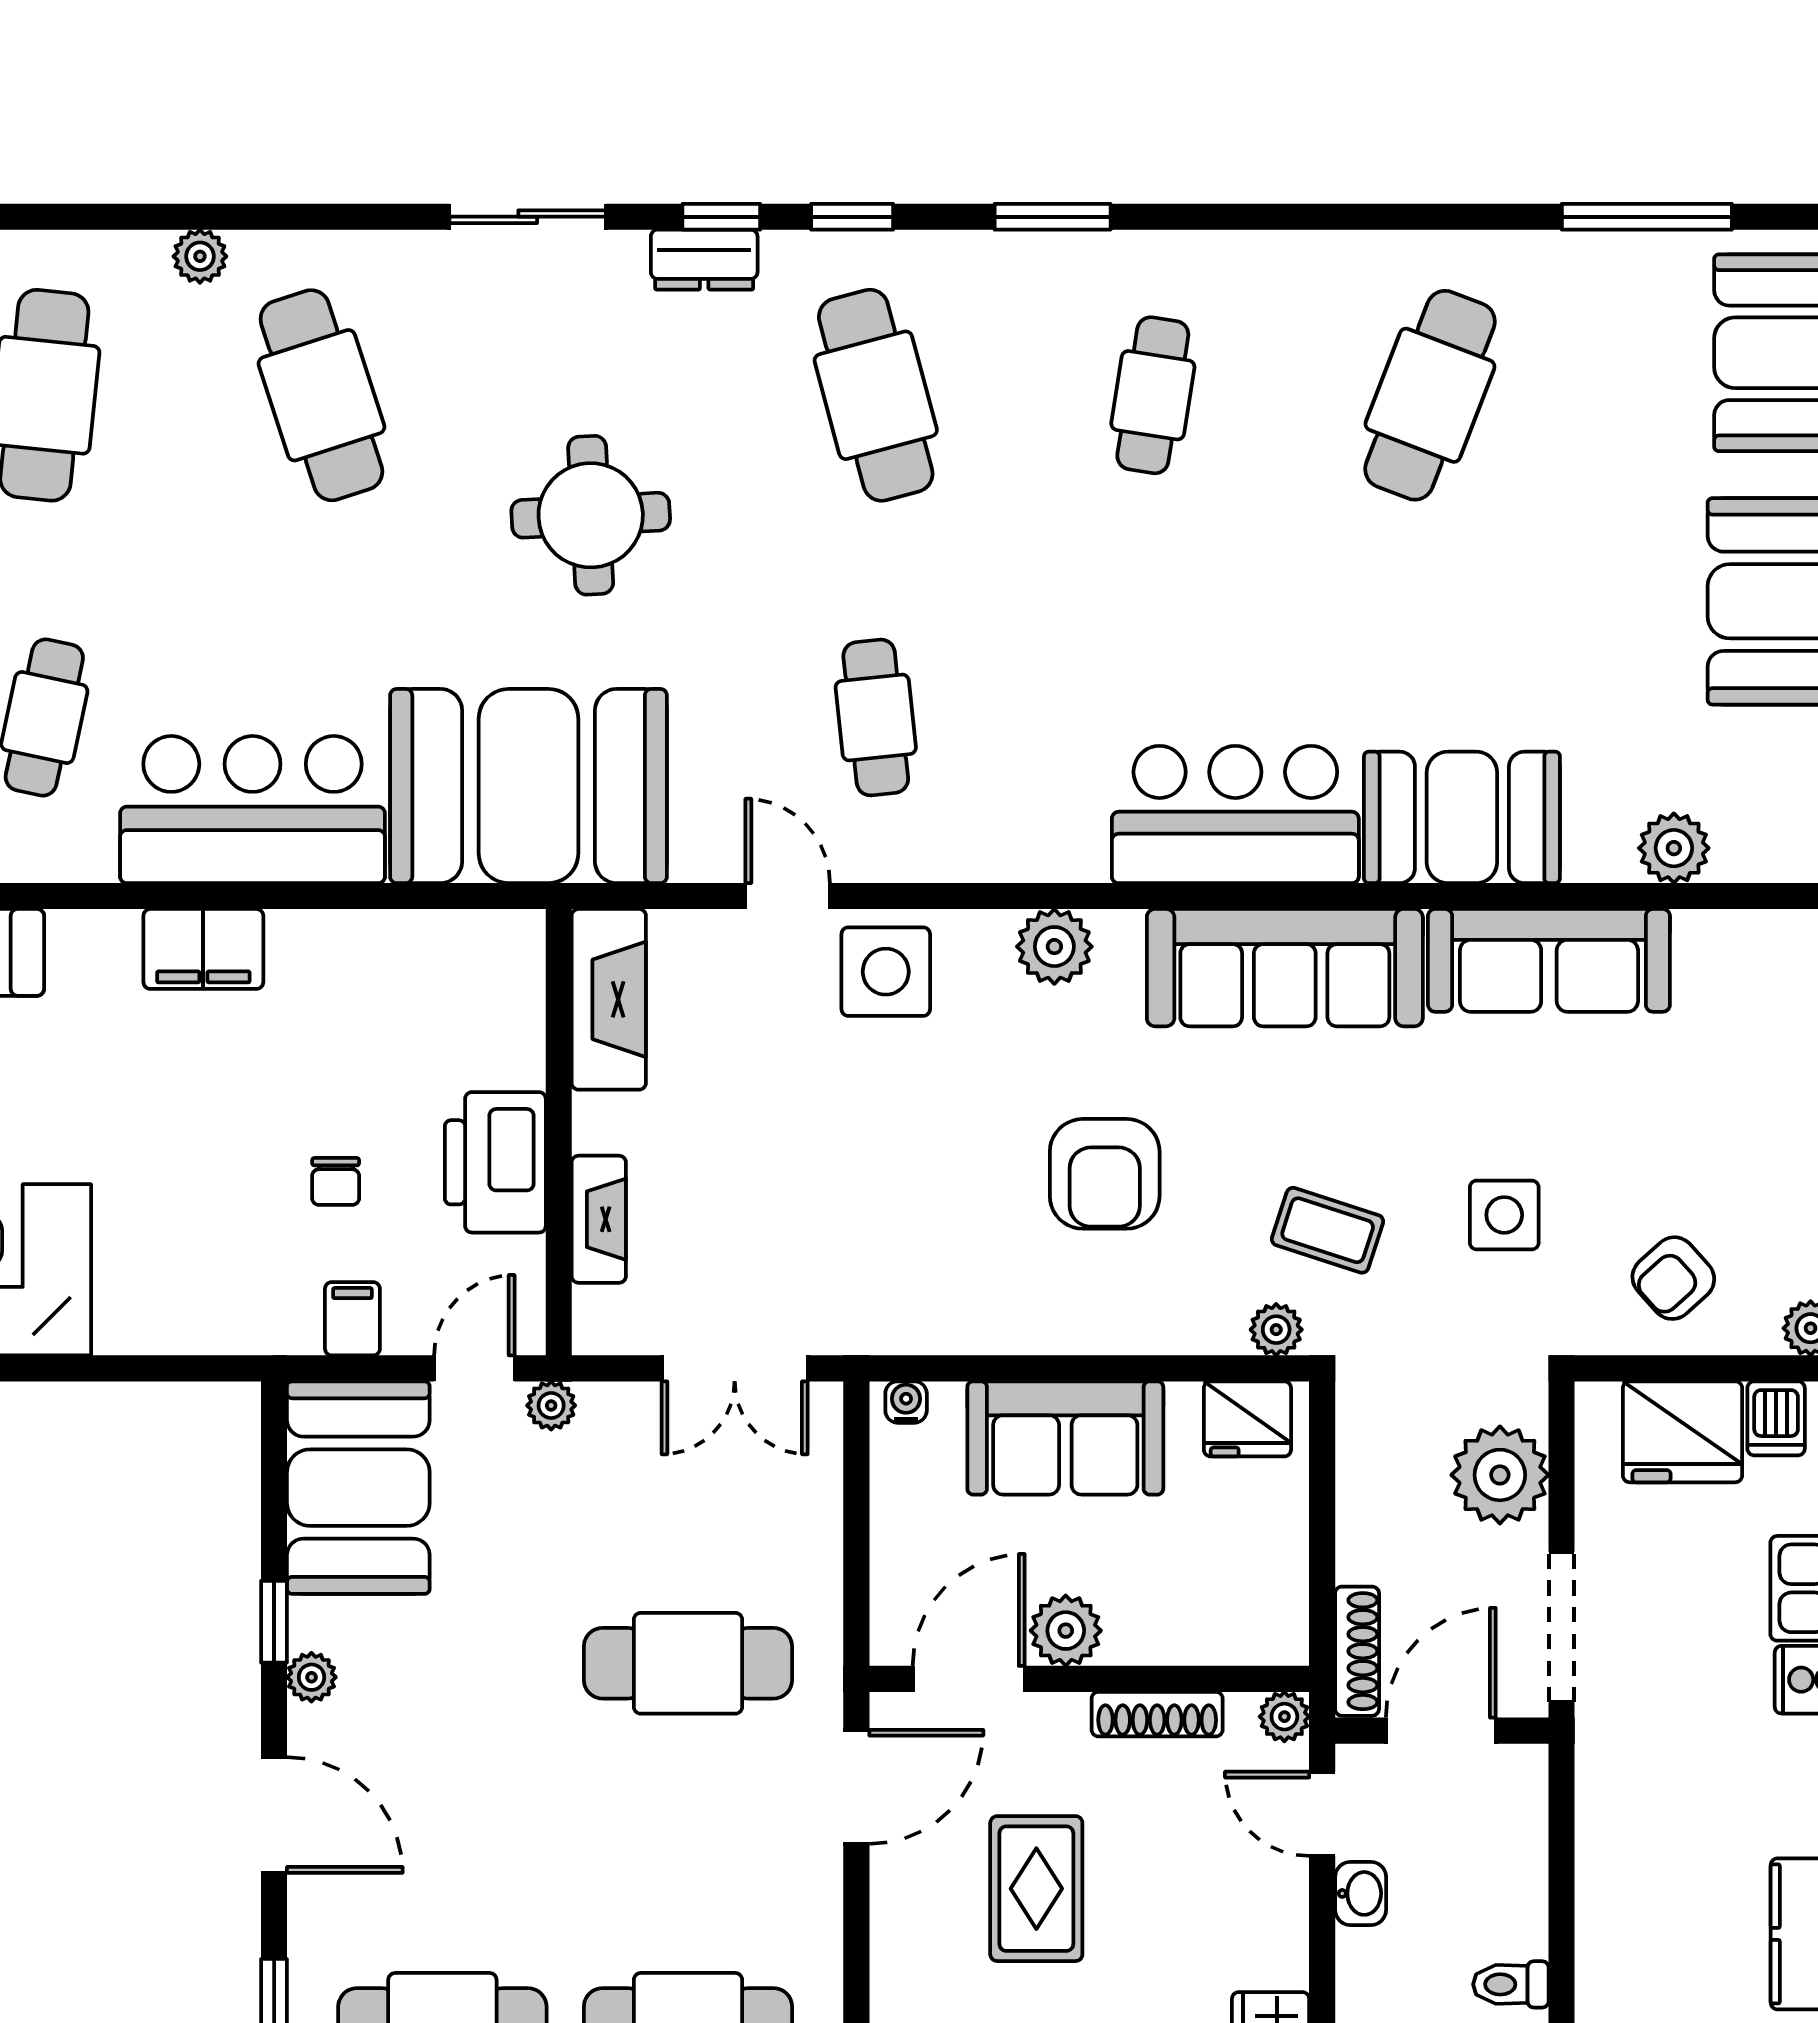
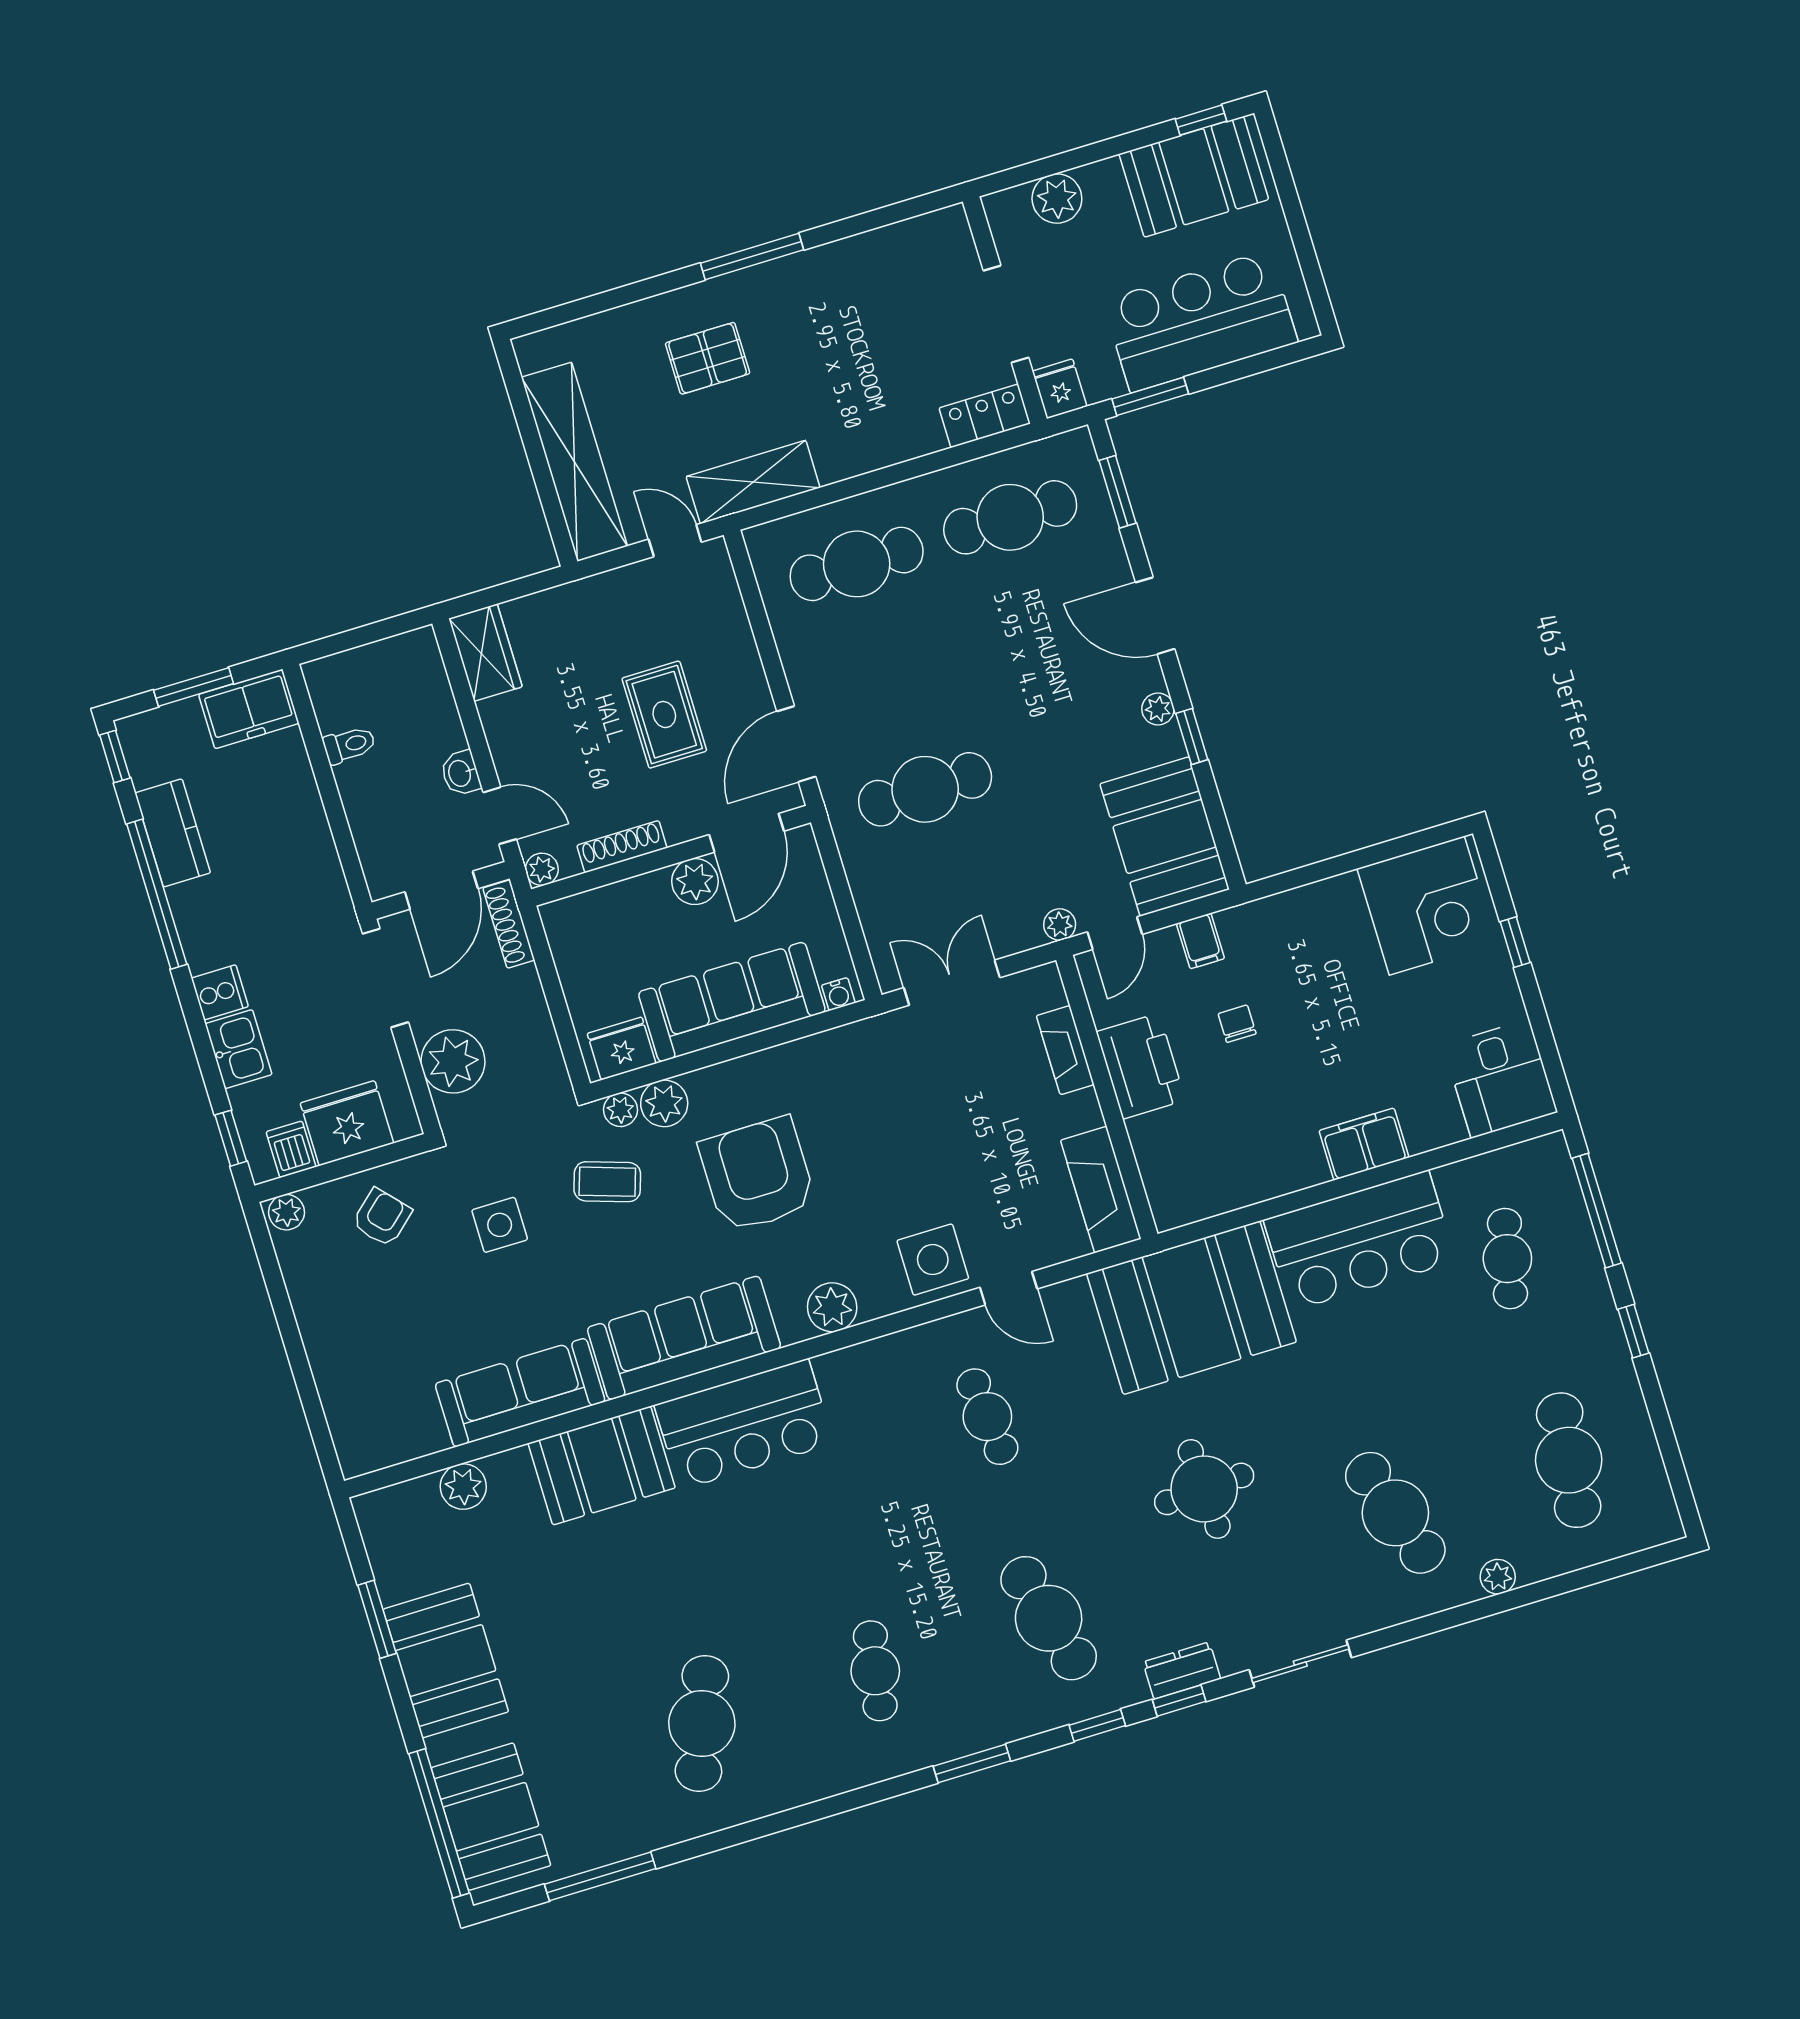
armchair: (1105, 1174) -> (757, 1175), width x1.36, depth x1.36
plant: (1209, 1320) -> (664, 1103), added
sofa: (1065, 1438) -> (732, 1002), width x1.36

